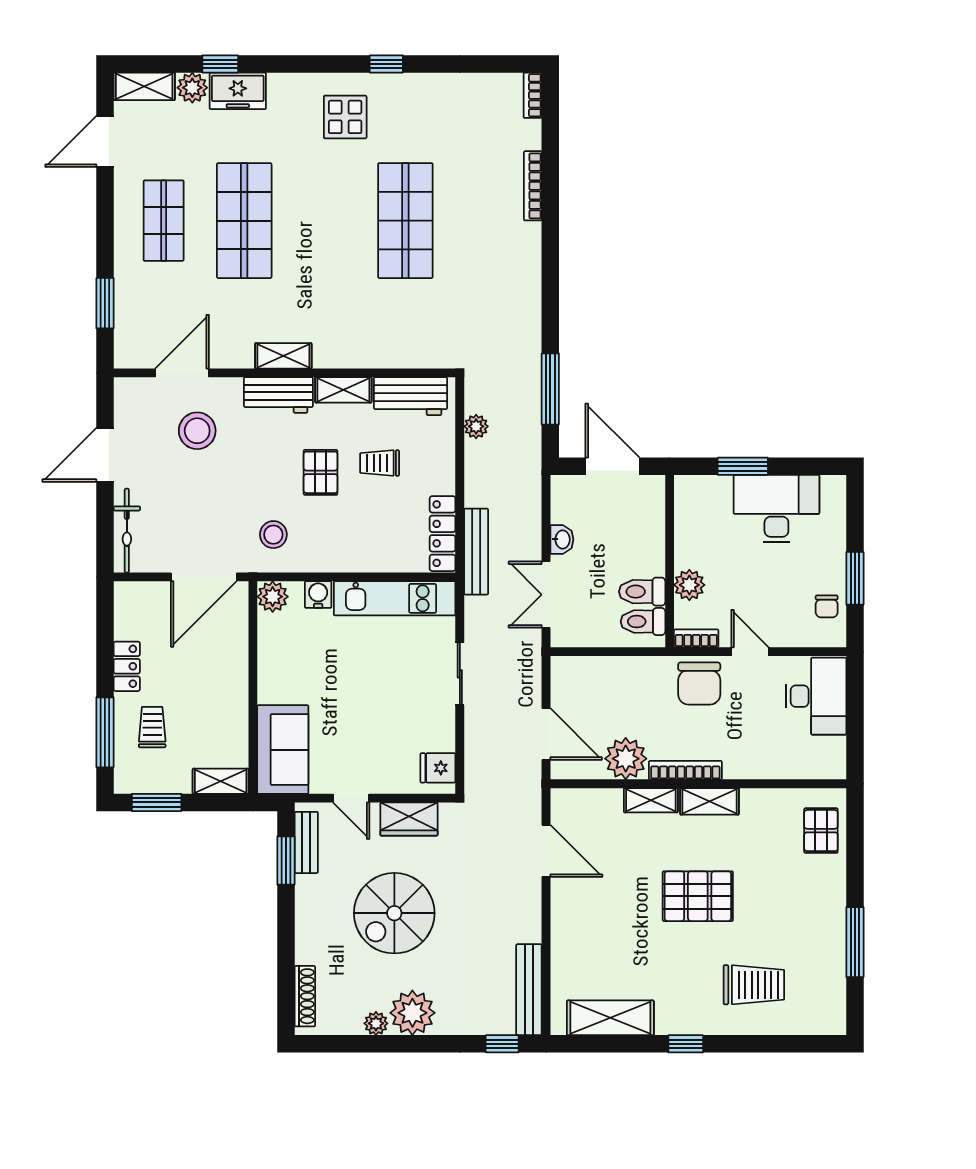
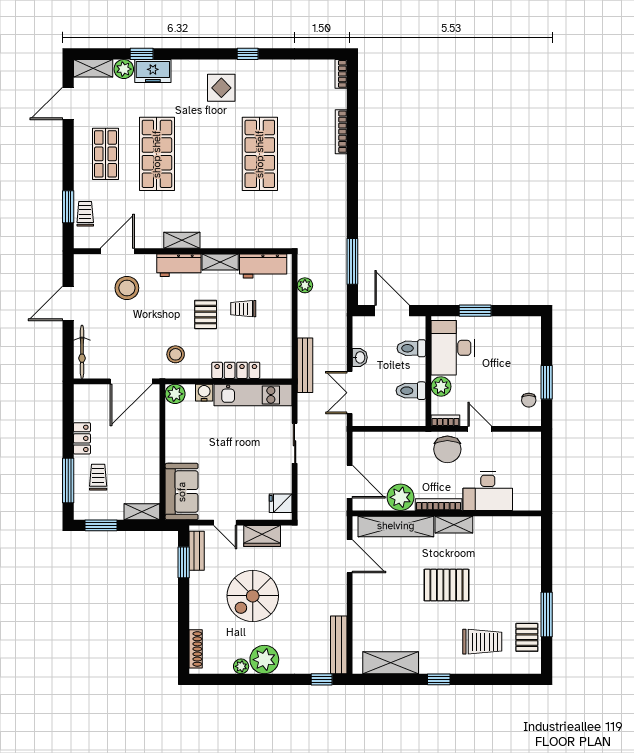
trolley: (132, 314) -> (85, 214), added
desk: (776, 509) -> (453, 348), moved, turned -90
locker: (443, 534) -> (236, 370), moved, turned 90
toilet: (643, 622) -> (411, 348), moved
desk: (816, 696) -> (488, 491), moved, turned 90
shelving: (651, 800) -> (396, 526), width x2.20, depth x1.33
pallet: (821, 831) -> (527, 637), moved

